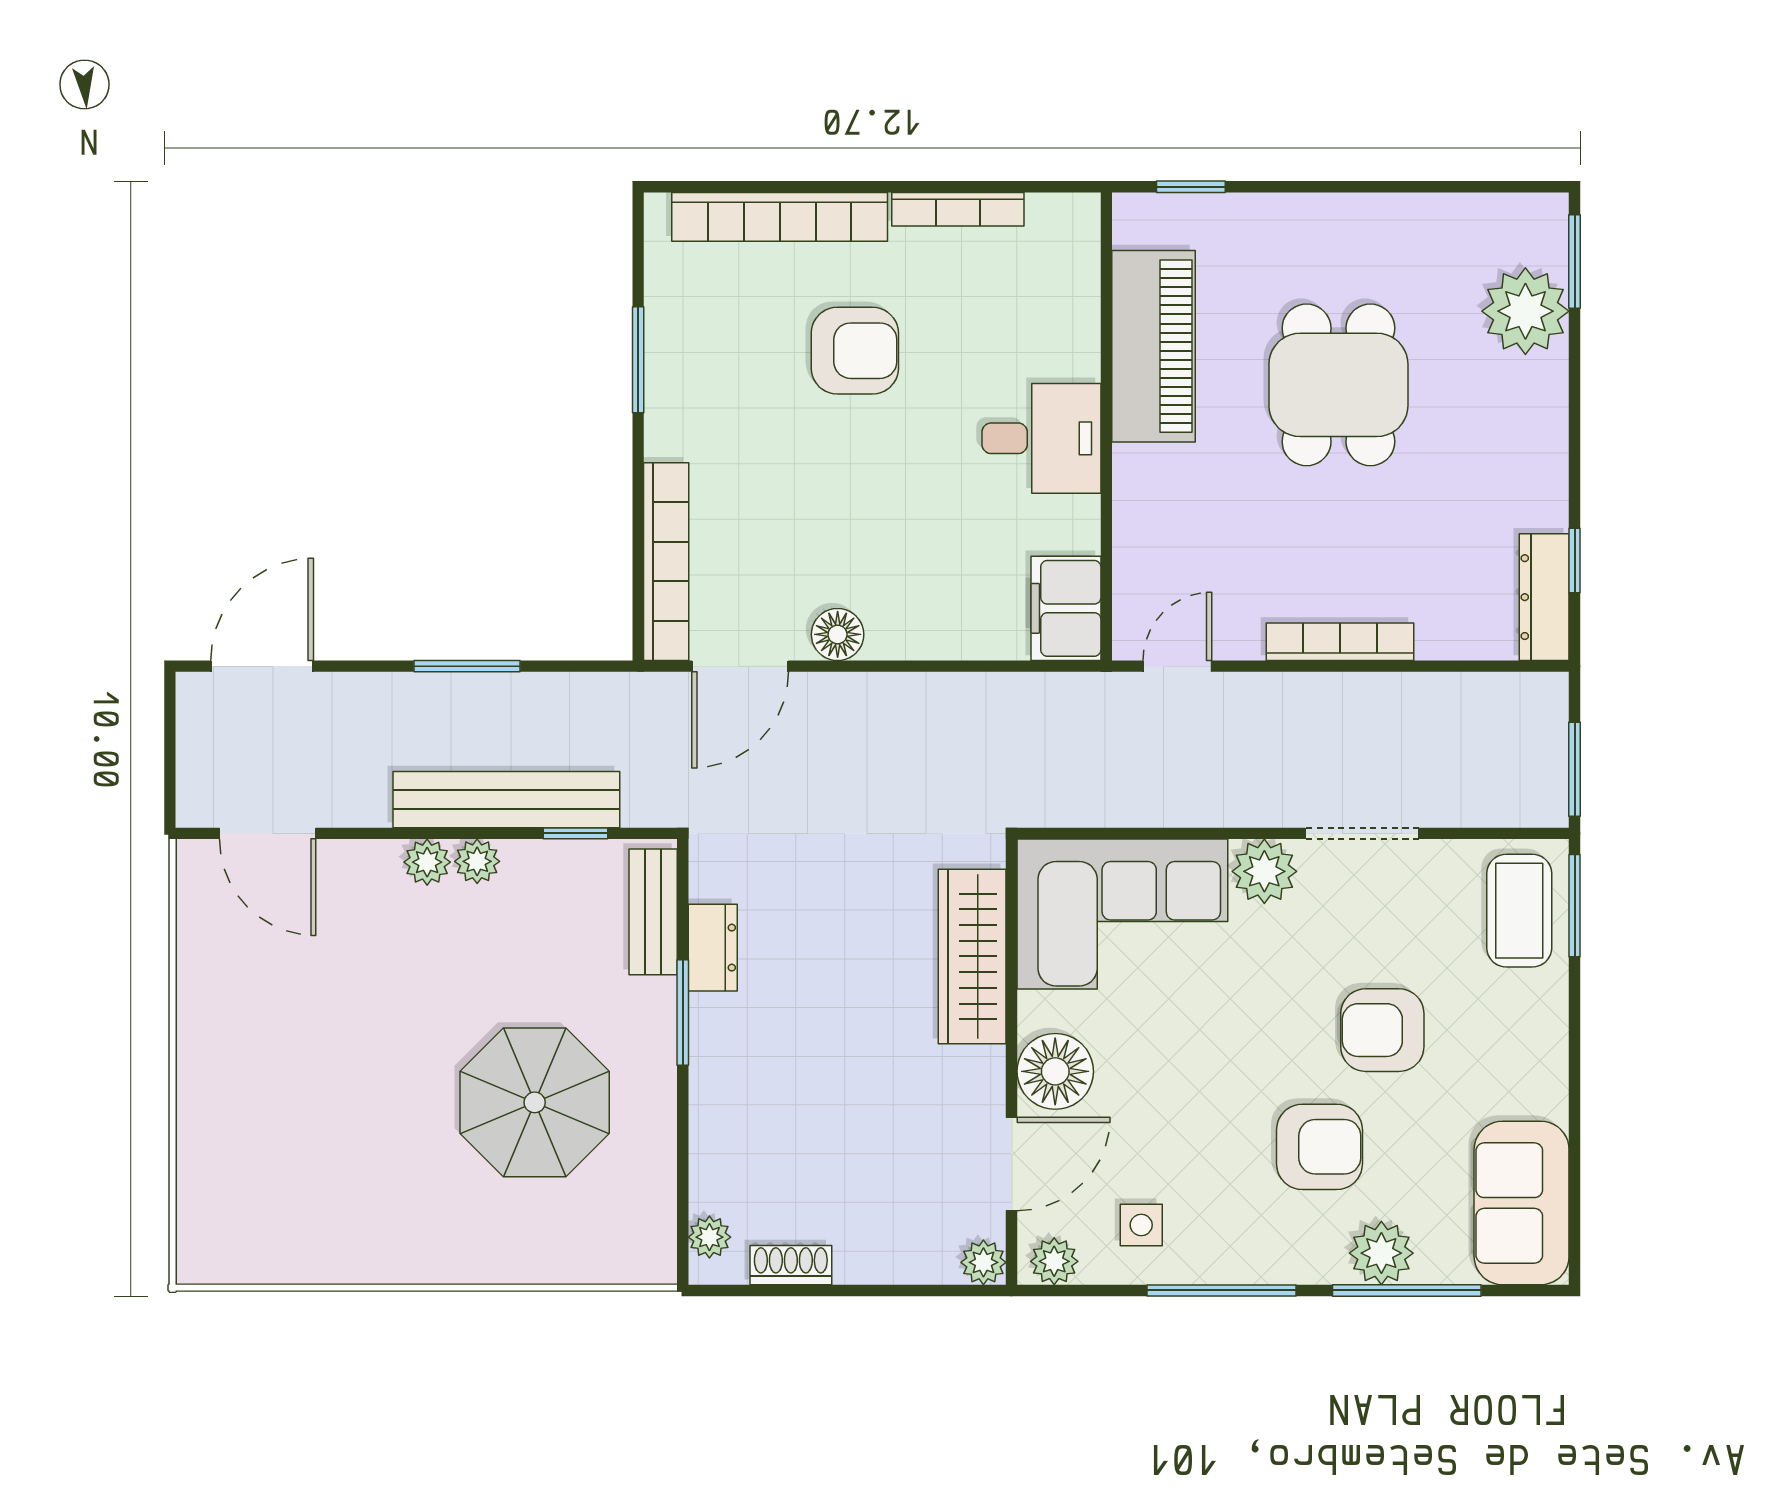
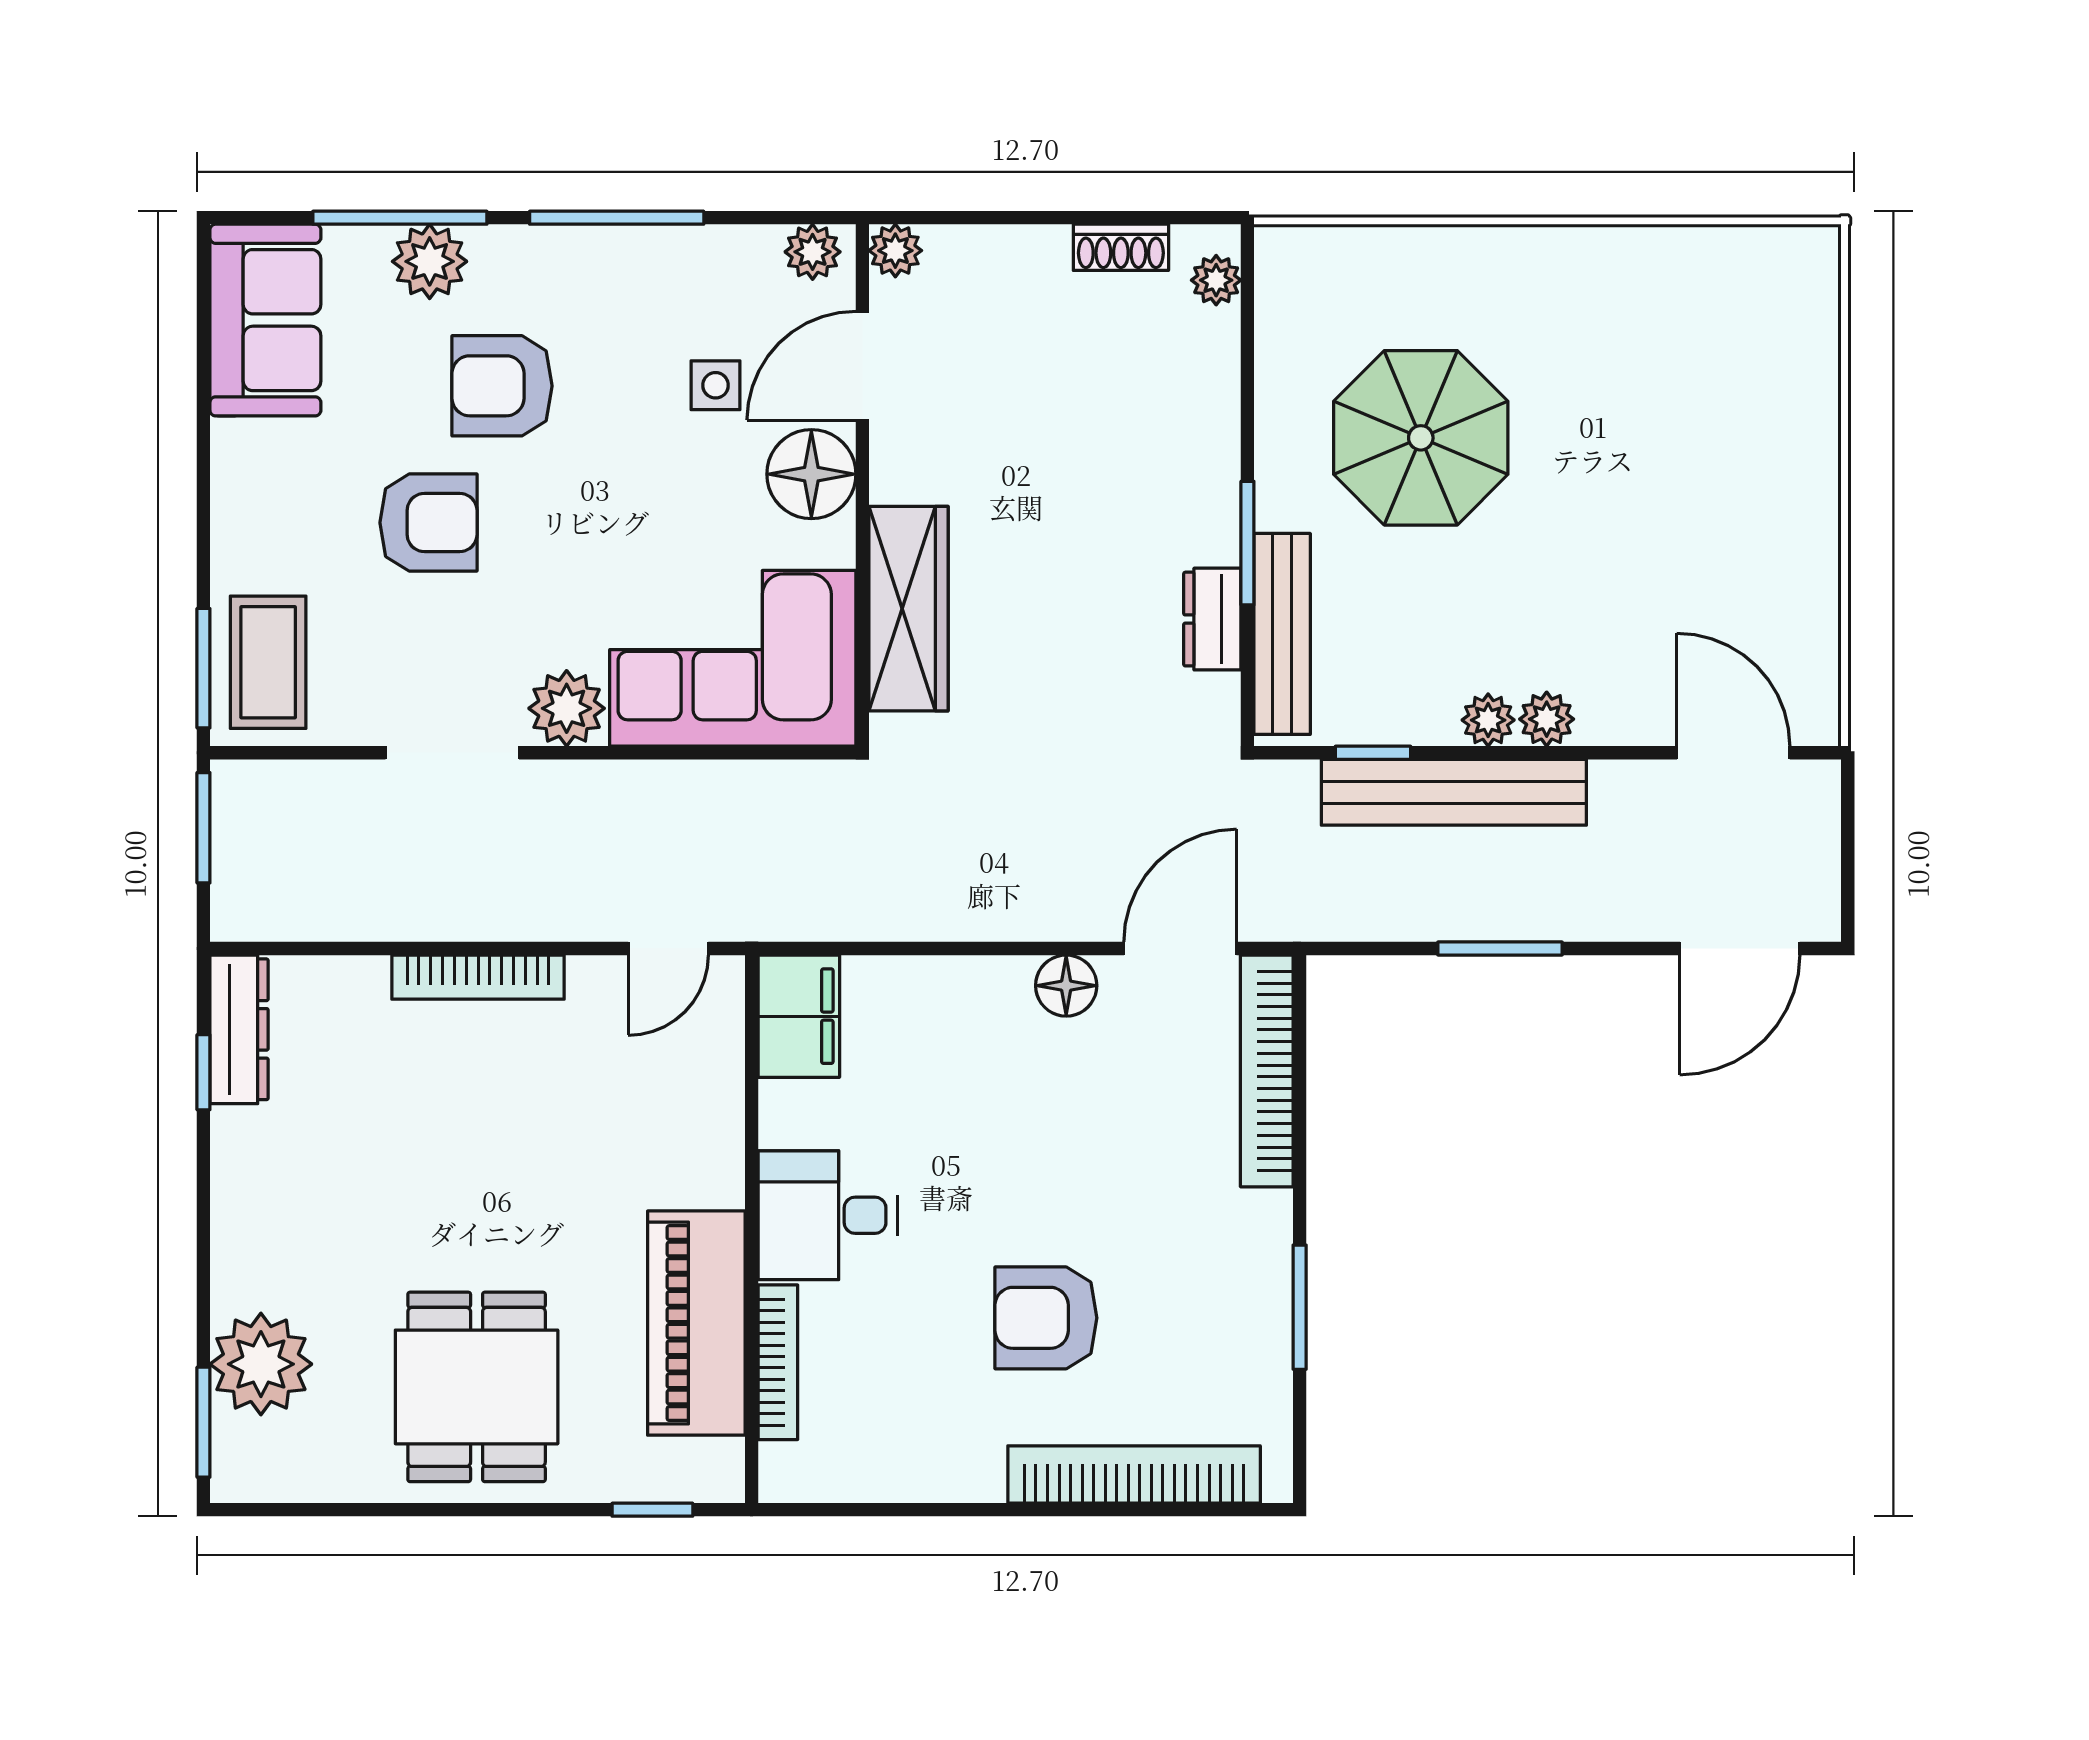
bookcase: (958, 209) -> (778, 1362), moved, turned 90
dining table: (1338, 385) -> (477, 1387), moved
bench: (653, 912) -> (1282, 634), width x1.36
side table: (1141, 1225) -> (716, 385), moved

